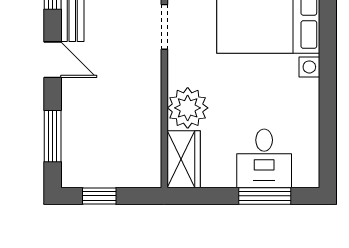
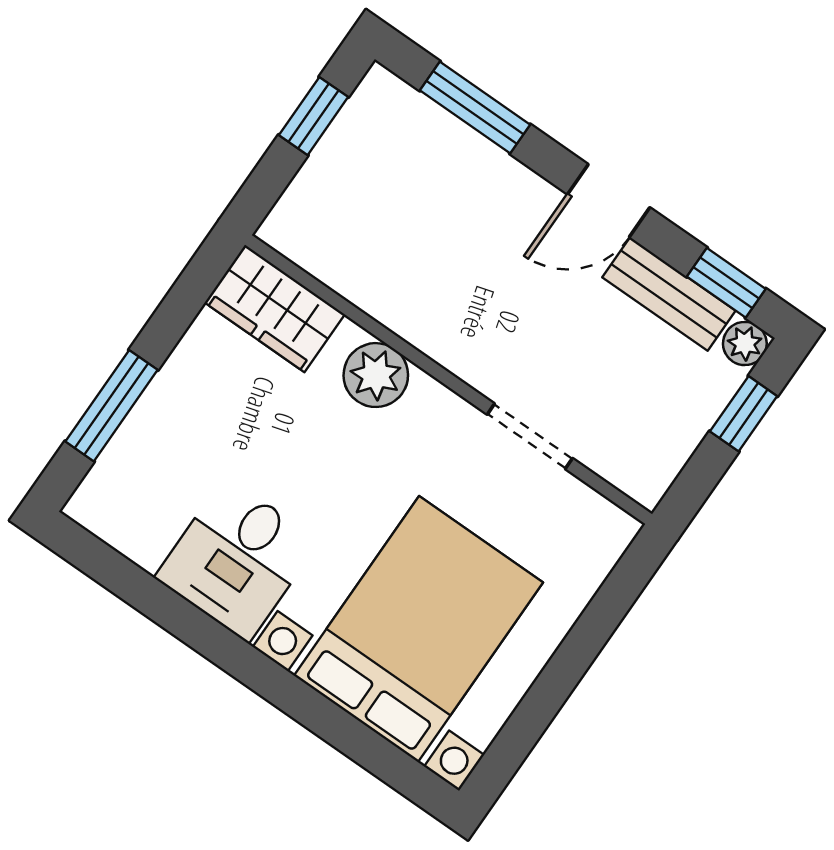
plant: (188, 108) -> (376, 375), width x0.73, depth x0.73
desk: (264, 158) -> (237, 559), moved, turned -90

